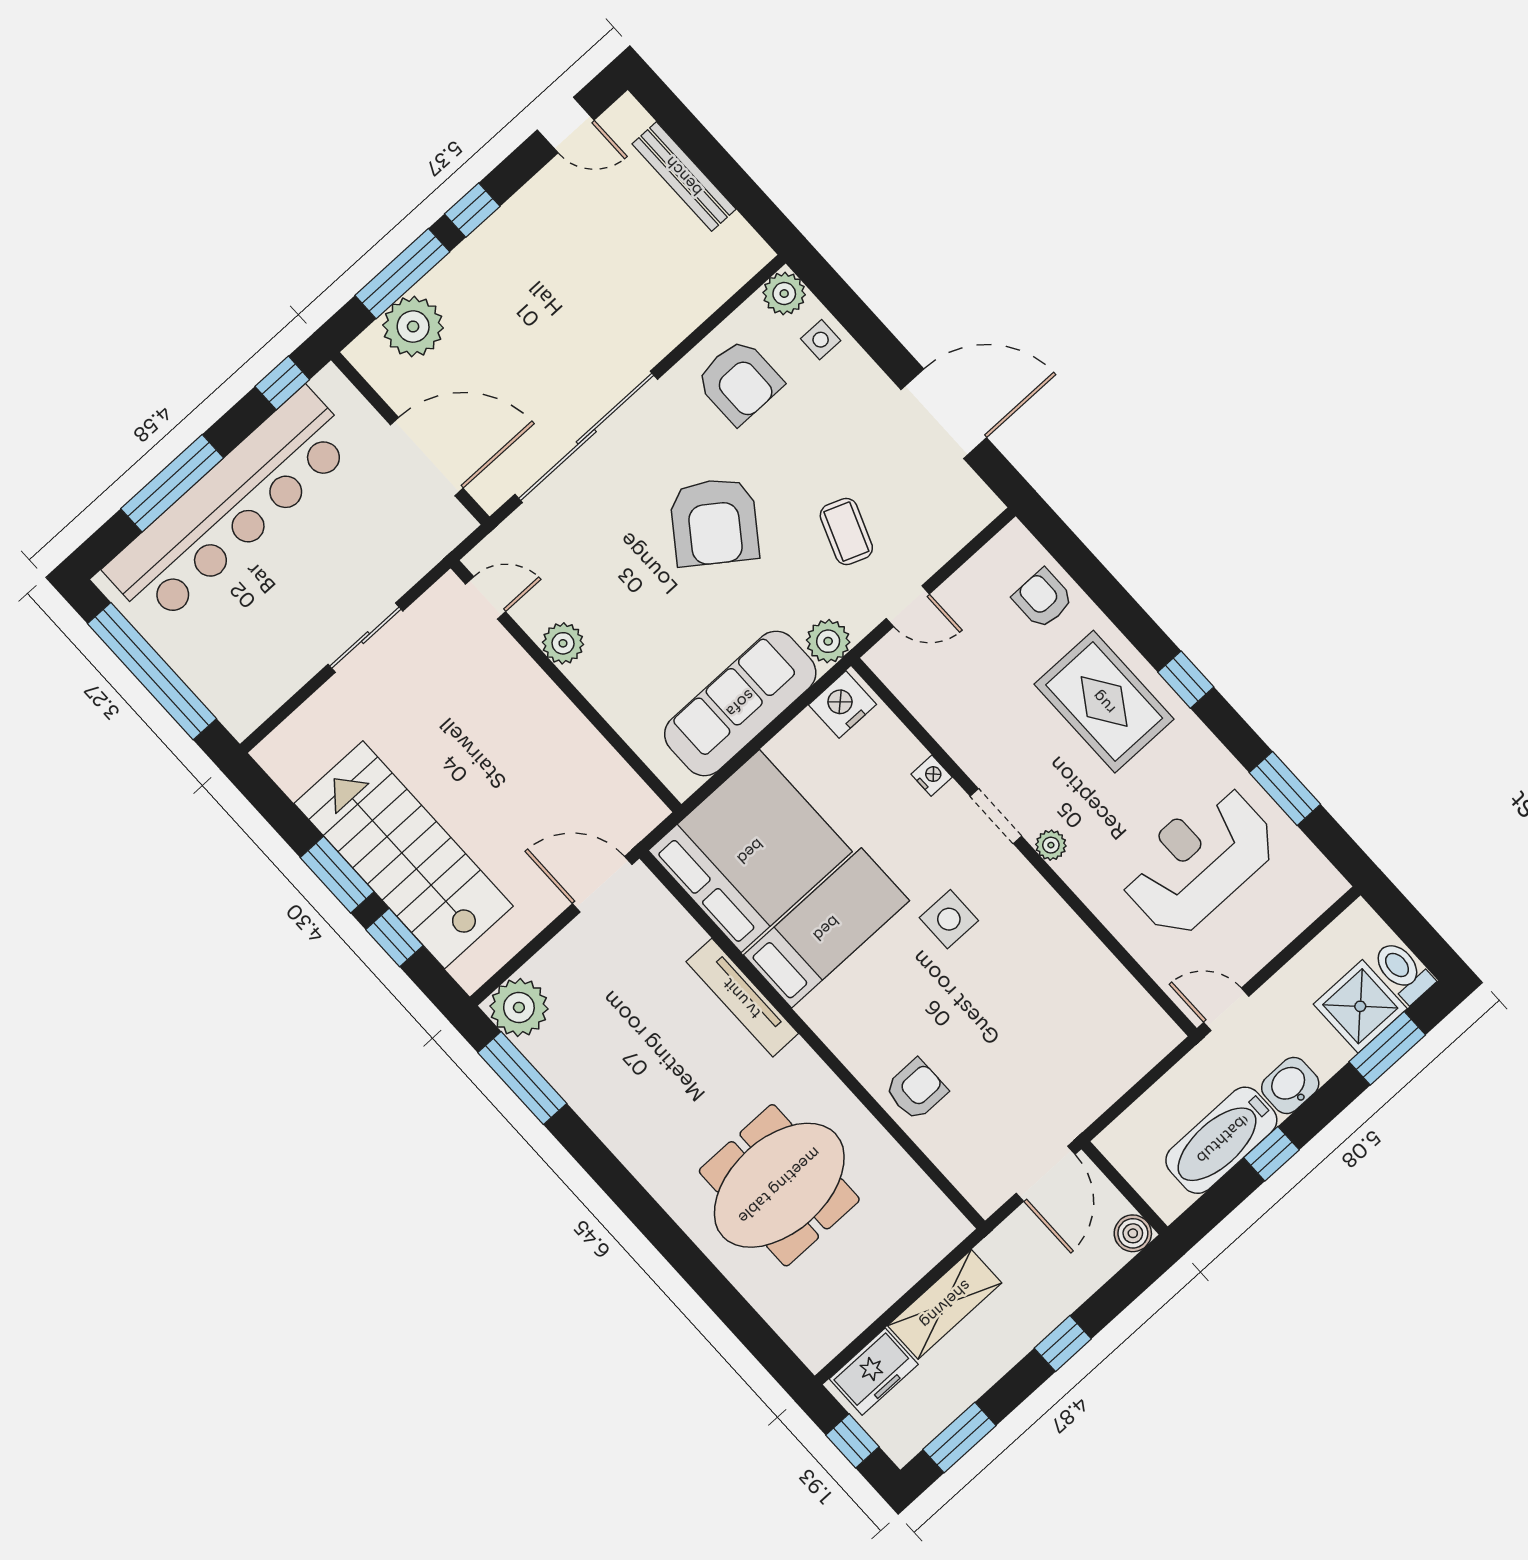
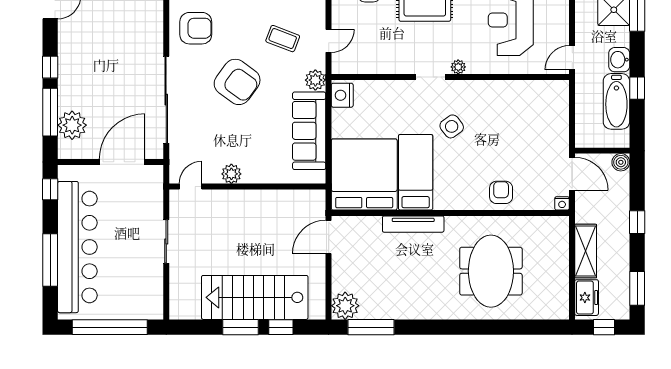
nightstand: (932, 776) -> (562, 203), moved, turned 180
side table: (949, 919) -> (452, 126), turned -37

